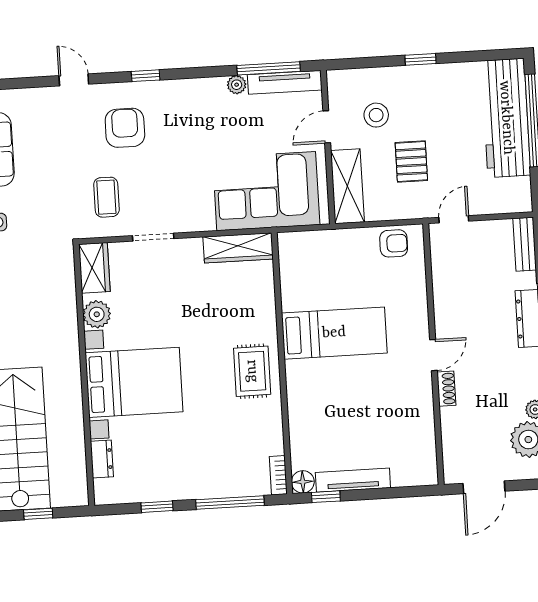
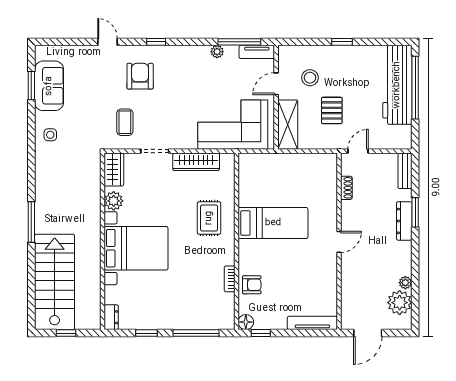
tv unit: (285, 82) -> (257, 52), width x0.71
armchair: (394, 243) -> (252, 285), moved
wardrobe: (238, 248) -> (196, 162), moved
rug: (252, 371) -> (209, 218), moved
shoe rack: (446, 389) -> (346, 188), moved
dresser: (102, 459) -> (111, 317), moved
bookcase: (278, 475) -> (230, 279), moved
tv unit: (353, 480) -> (312, 323), moved

